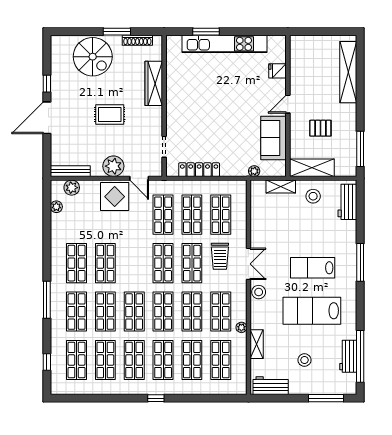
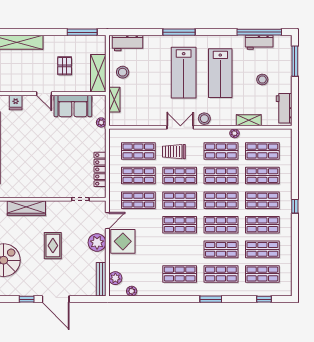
trolley: (220, 256) -> (174, 152), turned 180
shop shelf: (105, 263) -> (180, 225), moved
lab bench: (313, 268) -> (184, 73), width x1.36, depth x1.39
window: (47, 300) -> (211, 299), width x0.69

